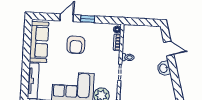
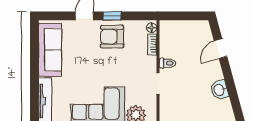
armchair: (76, 45) -> (112, 37), moved, turned 90
door: (169, 48) -> (221, 49), swing flipped
washbasin: (164, 68) -> (219, 90), moved

